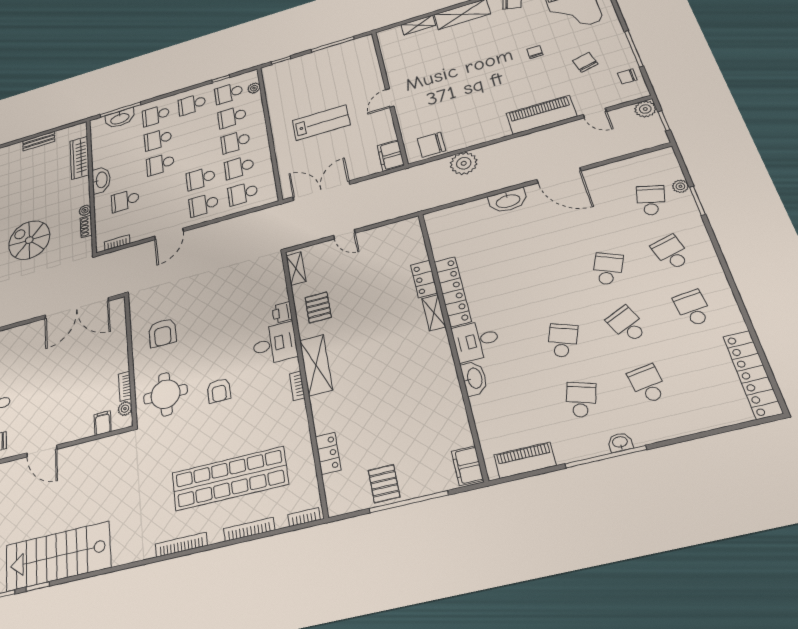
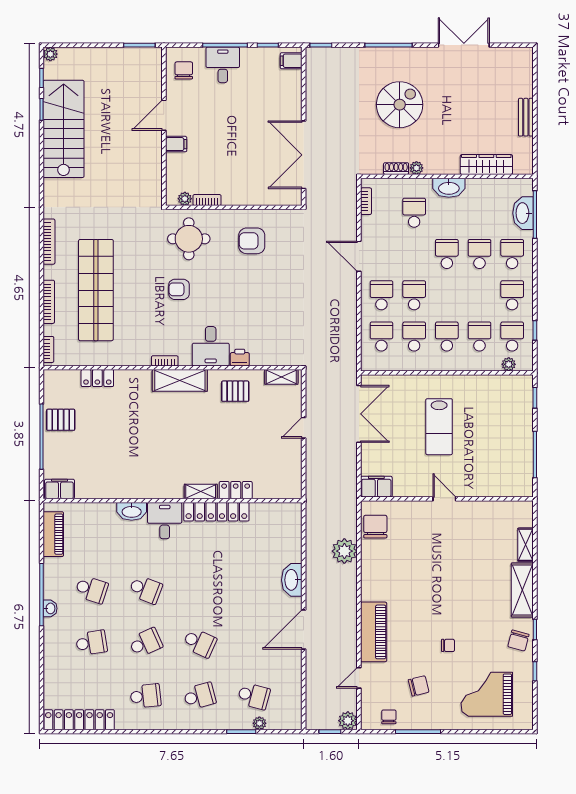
filing cabinet: (103, 423) -> (176, 144), moved

